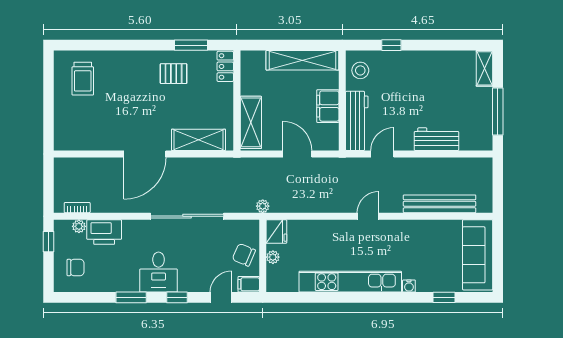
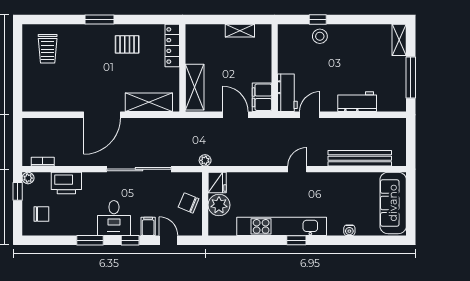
window: (191, 45) -> (99, 19), moved
shelving: (302, 60) -> (240, 31), width x0.45, depth x0.75
locker: (225, 66) -> (172, 46), width x1.53
stool: (360, 70) -> (320, 36), moved
filing cabinet: (328, 106) -> (262, 97), moved
workbench: (357, 121) -> (287, 93), width x0.73
plant: (79, 226) -> (28, 178), moved
plant: (273, 257) -> (219, 205), width x1.88, depth x1.88
filing cabinet: (249, 284) -> (148, 226), moved, turned 90
water cooler: (409, 286) -> (349, 230), moved
door: (221, 297) -> (169, 240), hinge flipped
window: (444, 297) -> (296, 240), moved

